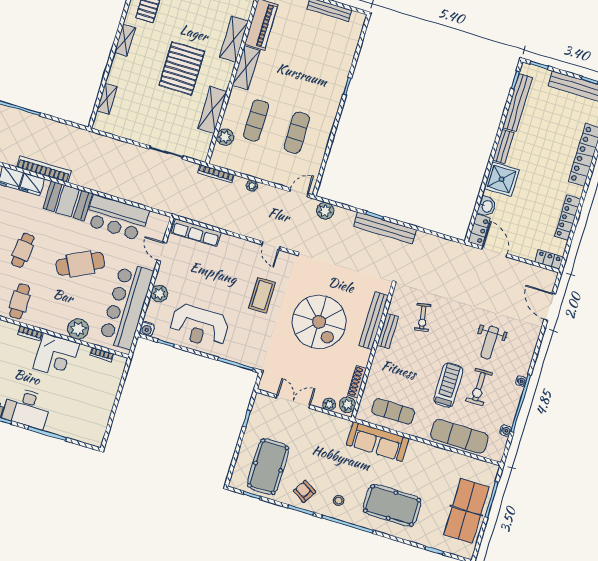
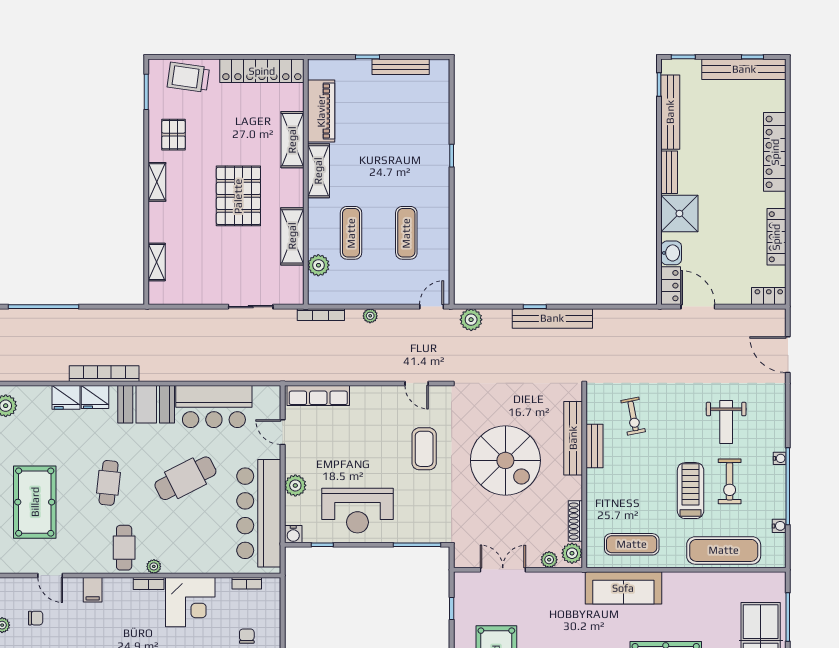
plant: (78, 329) -> (154, 566), moved, width x0.53, depth x0.53
chair: (90, 393) -> (247, 636), added

